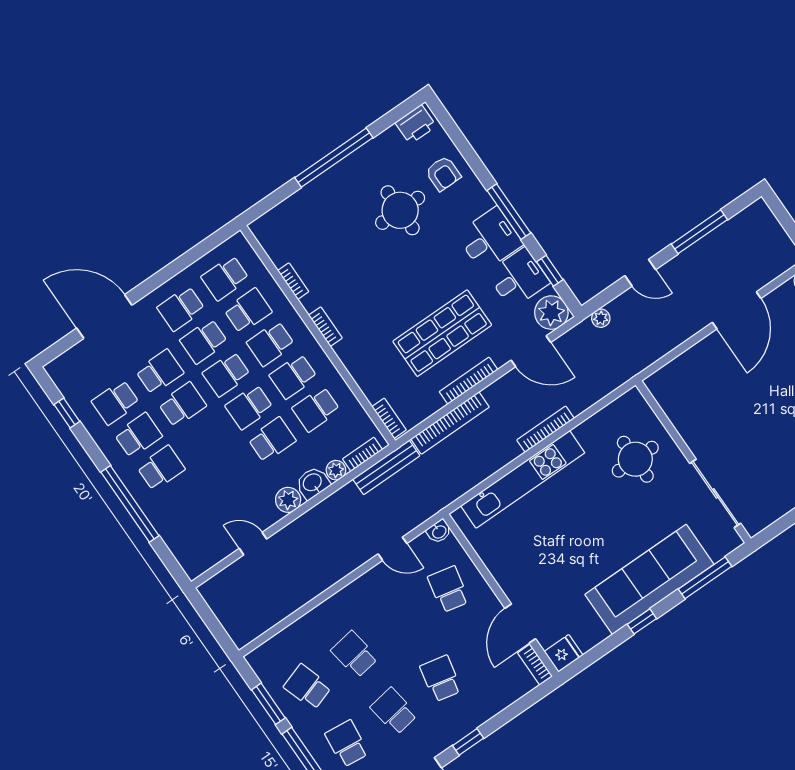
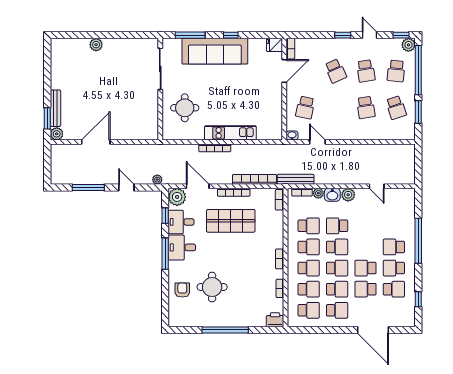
printer: (416, 124) -> (275, 320), moved
school desk: (248, 311) -> (309, 289), turned 180
kitchen unit: (523, 479) -> (230, 133), width x0.73
school desk: (441, 679) -> (336, 71), turned -36

